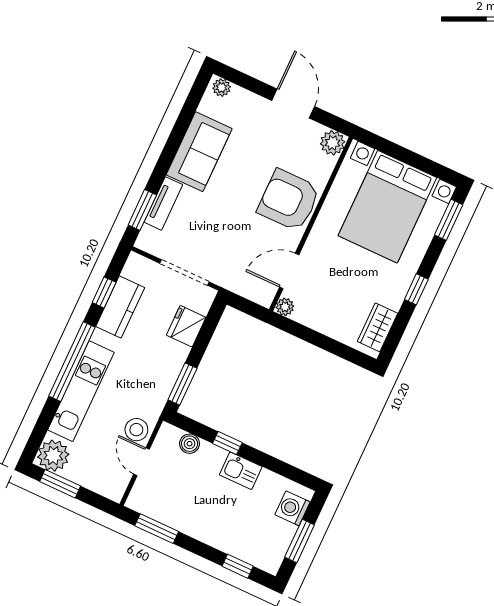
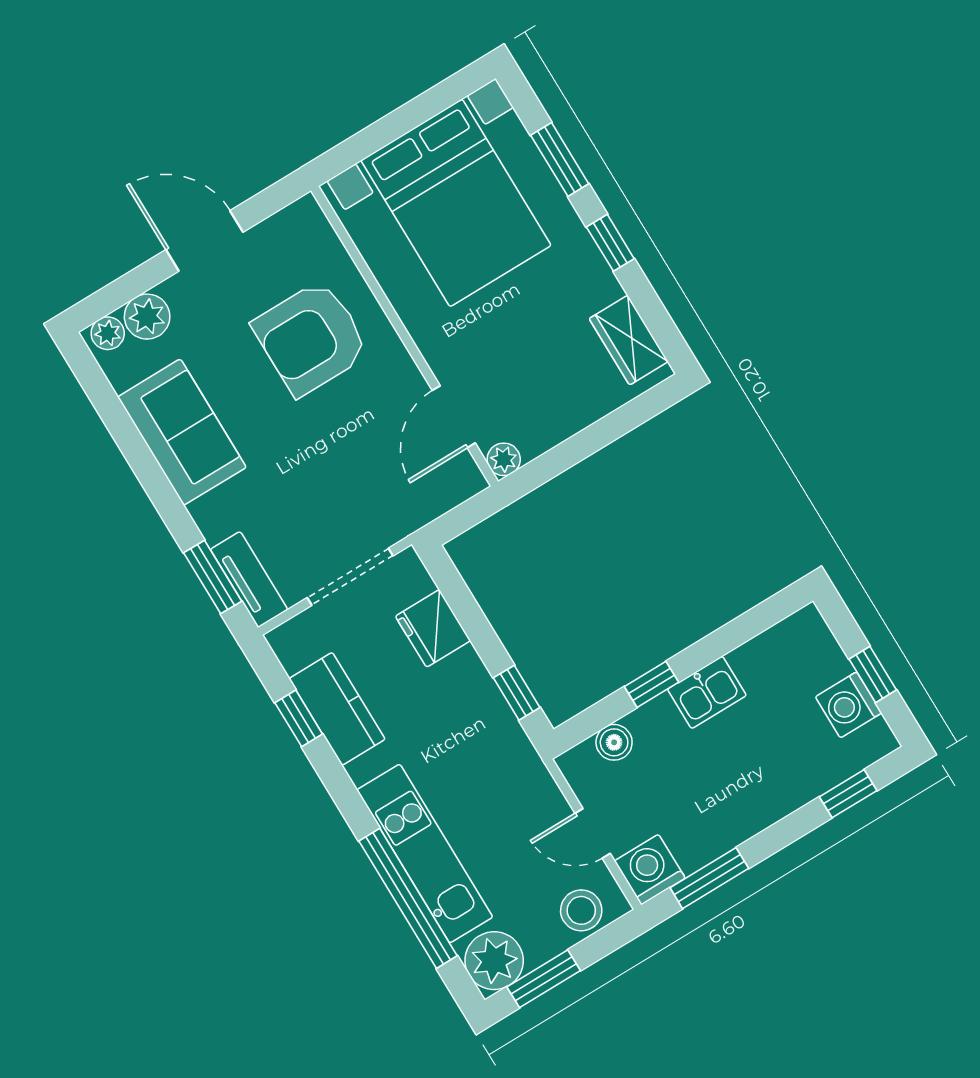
plant: (333, 143) -> (147, 317), moved
armchair: (289, 200) -> (311, 338), moved
tv unit: (163, 203) -> (249, 580), moved
window: (449, 220) -> (560, 160), moved
window: (72, 362) -> (408, 898), moved
window: (182, 384) -> (517, 693), width x0.67
stool: (136, 430) -> (581, 910), moved
washing machine: (142, 499) -> (650, 870), added
washing machine: (293, 508) -> (849, 705), moved
window: (300, 541) -> (873, 675), width x0.67

